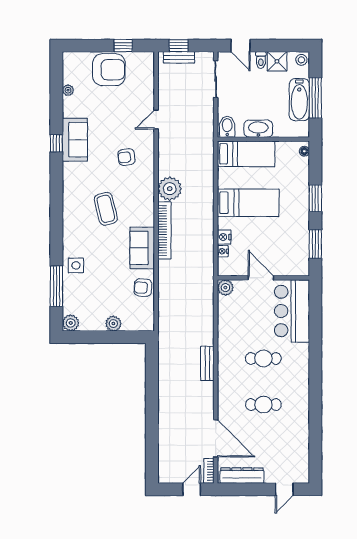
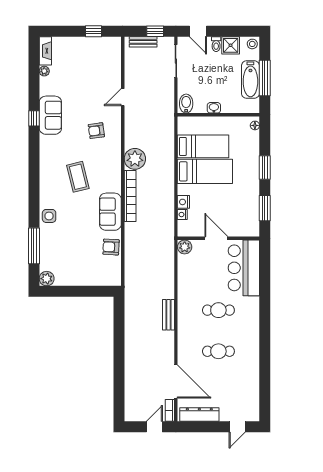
window: (179, 46) -> (155, 31), moved
fireplace: (69, 67) -> (45, 51), added
armchair: (109, 70) -> (81, 53), removed
washbasin: (258, 129) -> (214, 108), width x0.52, depth x0.69
bed: (246, 154) -> (203, 146), moved
side table: (76, 265) -> (49, 216), moved
plant: (113, 324) -> (85, 279), removed

